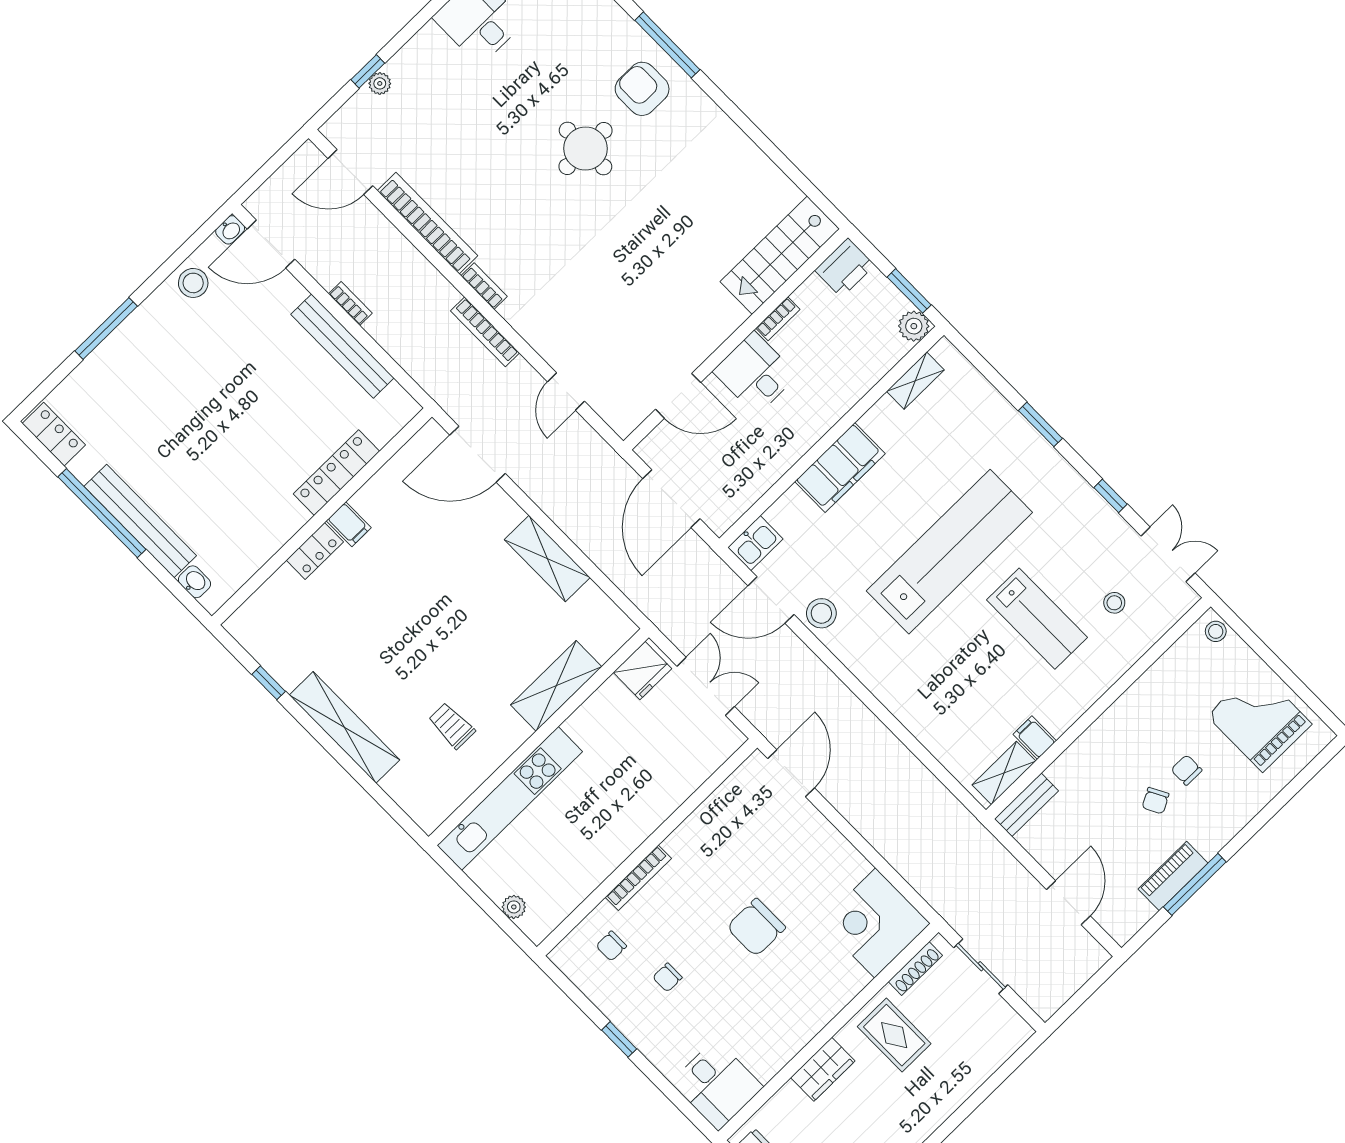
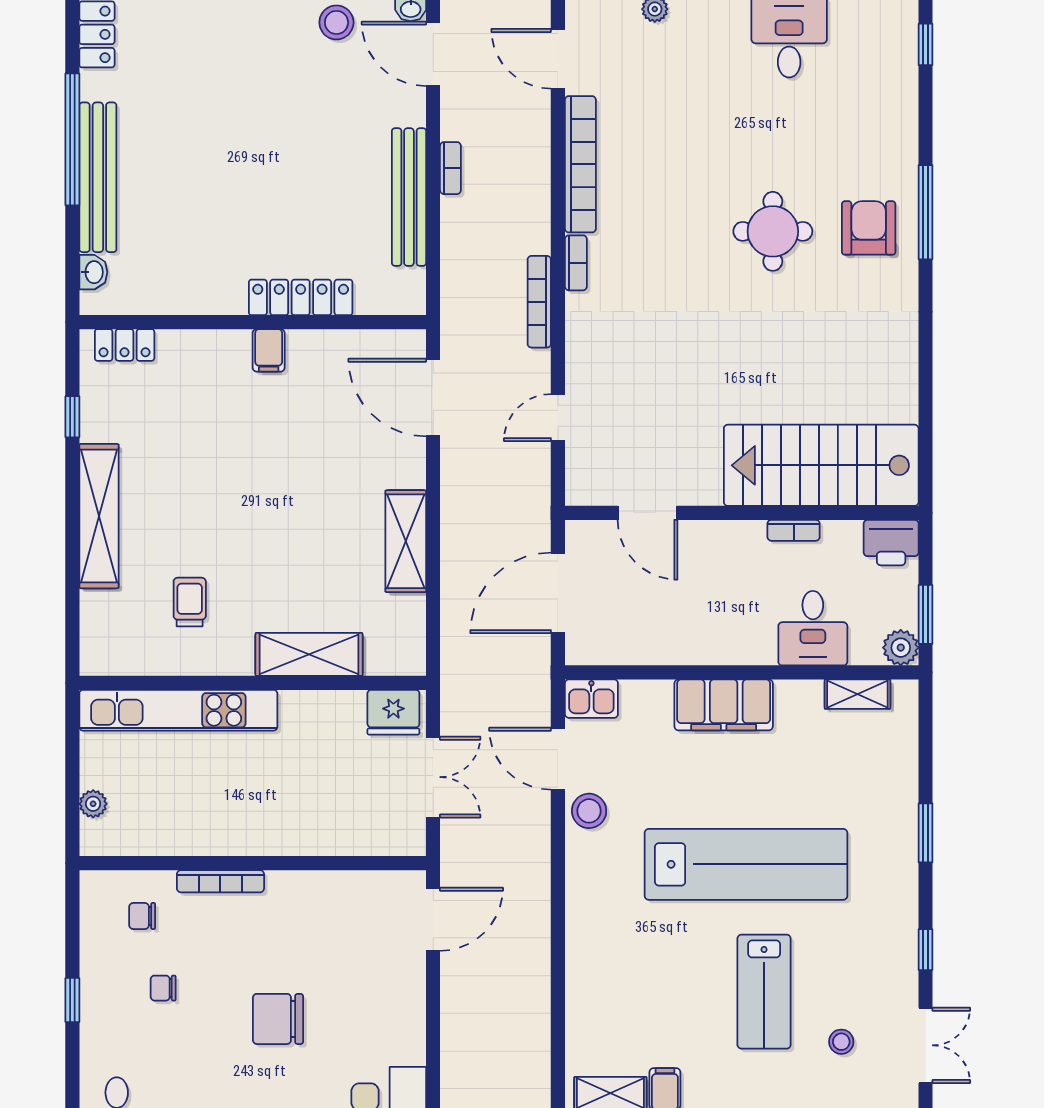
stairs: (780, 255) -> (821, 465), width x1.36, depth x1.51
desk: (755, 373) -> (813, 628), moved, turned 180
locker: (315, 551) -> (125, 345), moved

